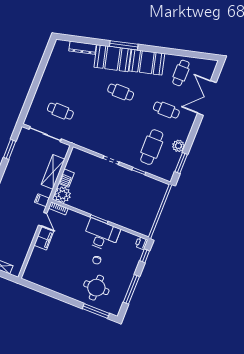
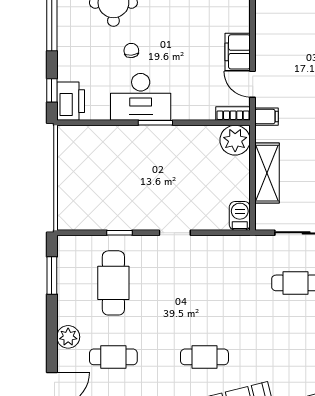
plant: (178, 146) -> (68, 337), moved
barbecue: (66, 178) -> (240, 216), moved
printer: (141, 243) -> (71, 101), width x1.87, depth x1.48

